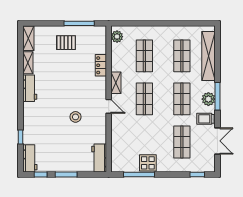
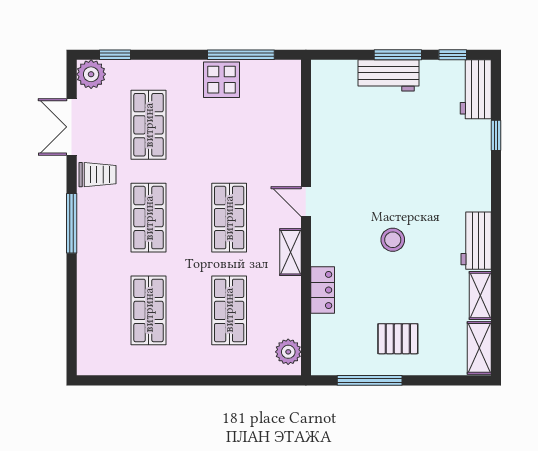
shelving: (208, 56) -> (91, 310), removed
plant: (208, 99) -> (91, 74), moved
stool: (76, 117) -> (393, 240), moved
workbench: (99, 158) -> (389, 75), moved, turned 90

